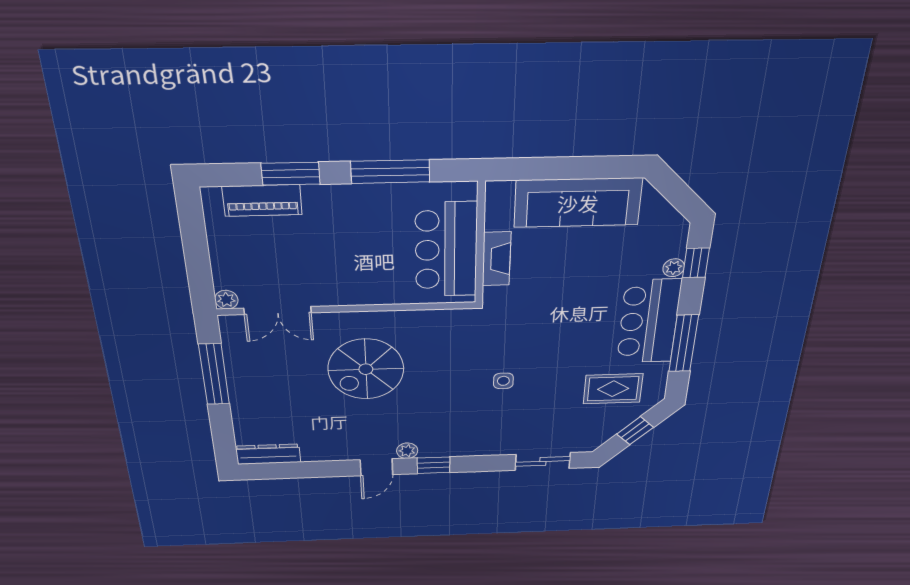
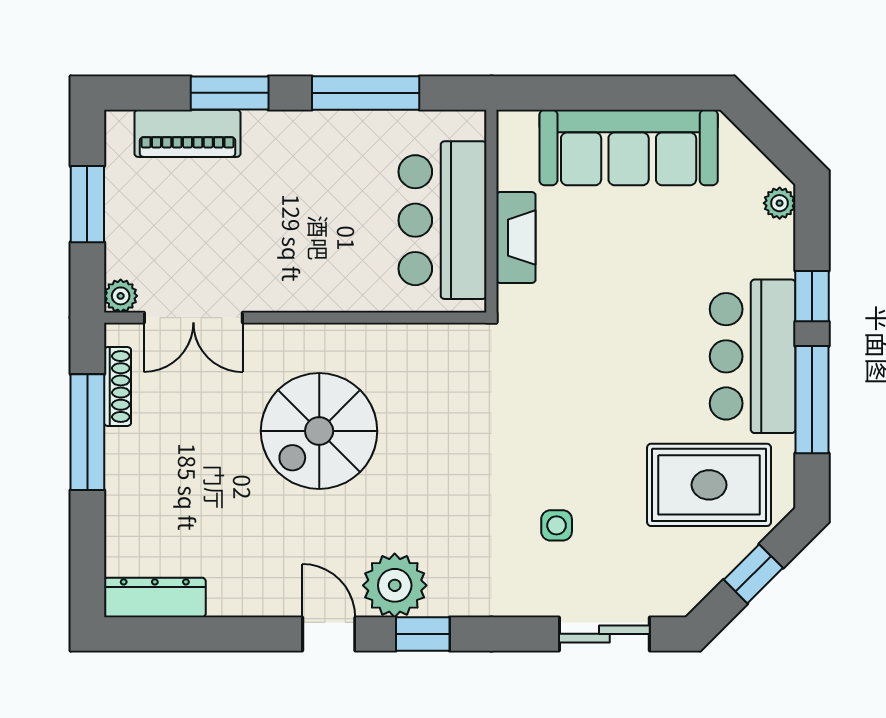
window: (195, 246) -> (87, 204), added
window: (696, 263) -> (812, 296), moved
plant: (674, 268) -> (780, 203), moved
shoe rack: (231, 350) -> (118, 386), added
side table: (503, 381) -> (557, 525), moved
rug: (613, 389) -> (709, 485), width x1.36, depth x1.43
plant: (407, 451) -> (395, 585), width x1.88, depth x1.88
door: (376, 467) -> (329, 634), swing flipped

